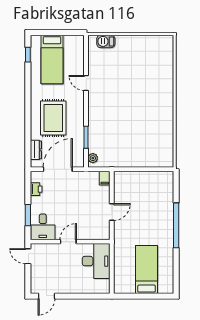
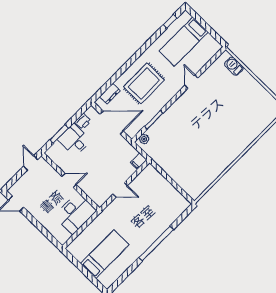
desk: (43, 227) -> (74, 140), moved, turned 90

